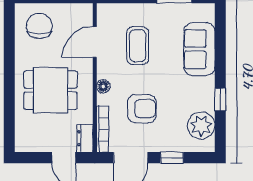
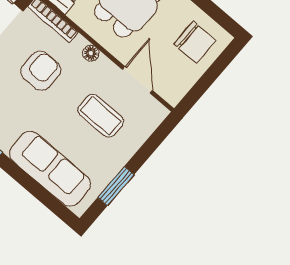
sofa: (199, 49) -> (50, 169), width x1.36
armchair: (142, 109) -> (41, 71), turned 180

